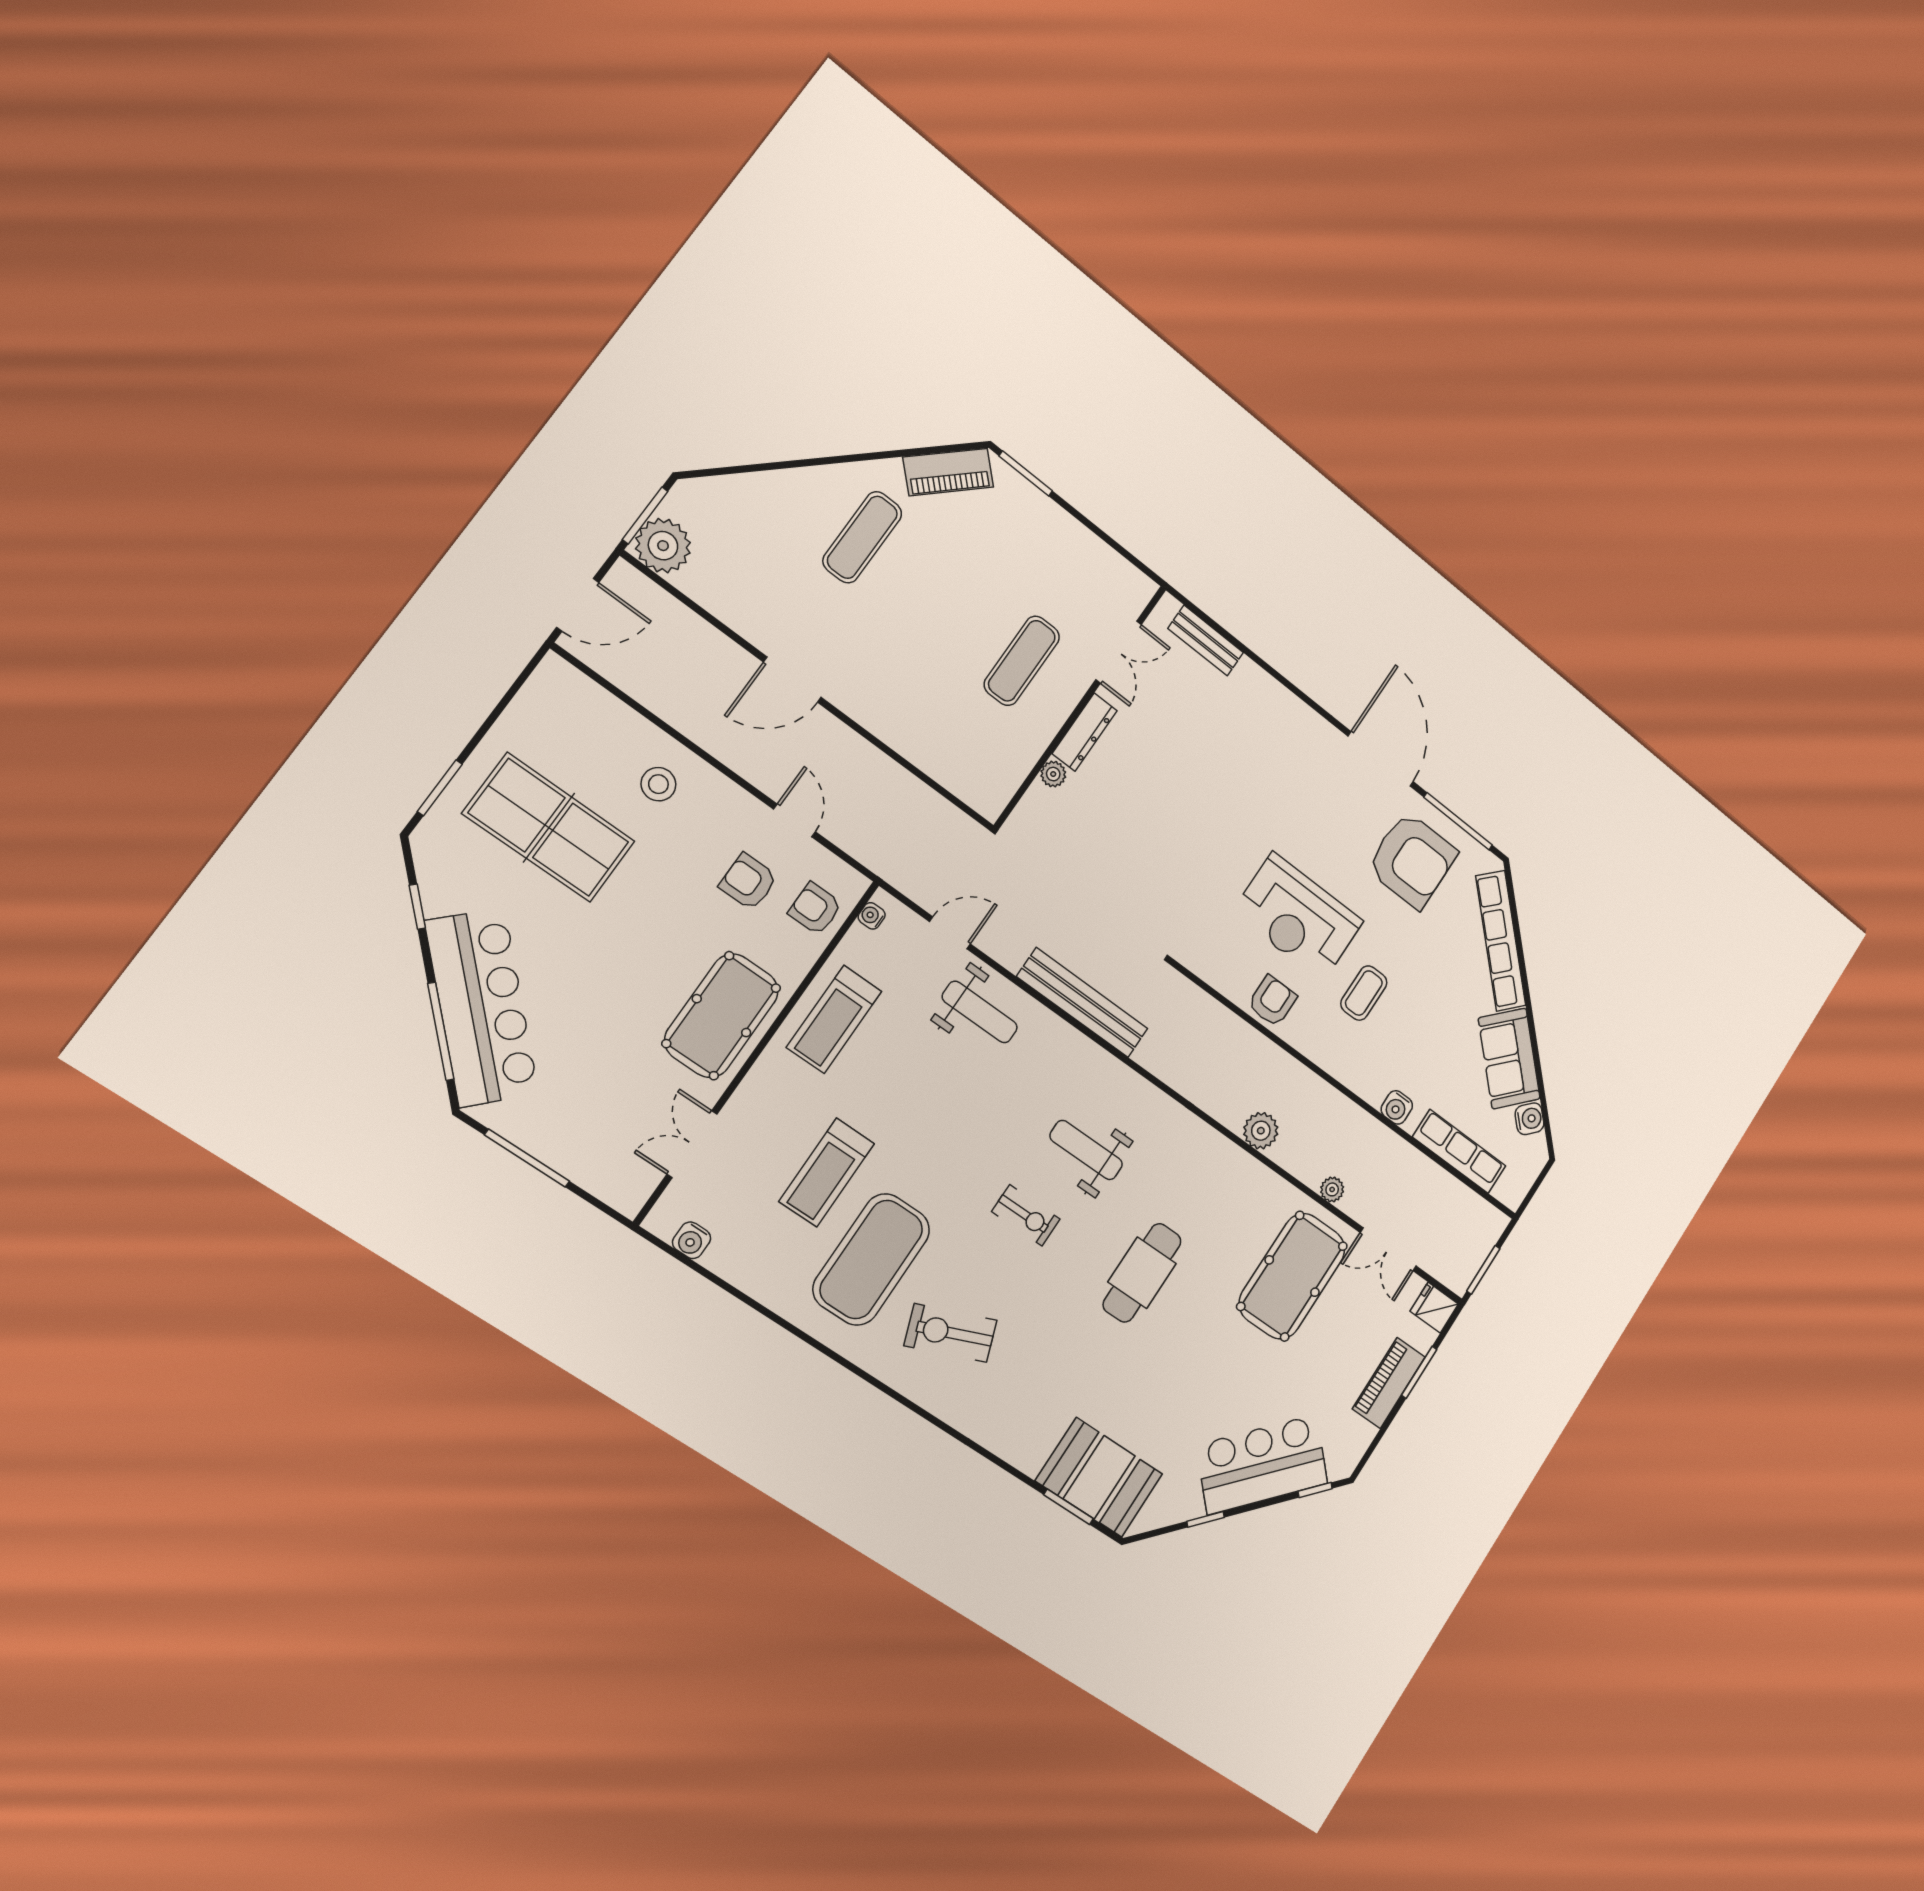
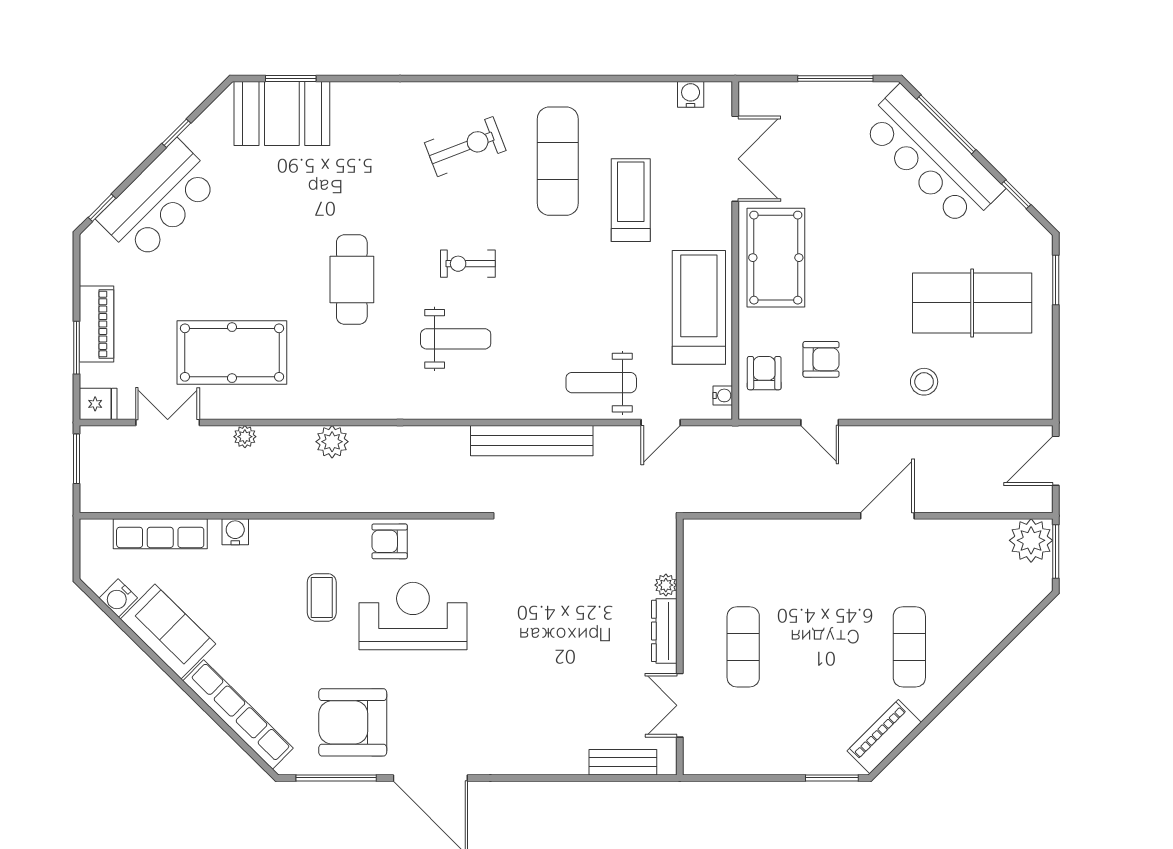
armchair: (815, 909) -> (764, 373), turned -90
armchair: (1272, 1001) -> (390, 541), turned 90
treadmill: (834, 1019) -> (699, 307), width x1.37, depth x1.38
double door: (692, 1144) -> (735, 159), width x1.37
exercise mat: (871, 1259) -> (558, 161), width x0.68
pool table: (1292, 1276) -> (232, 353), turned 90

